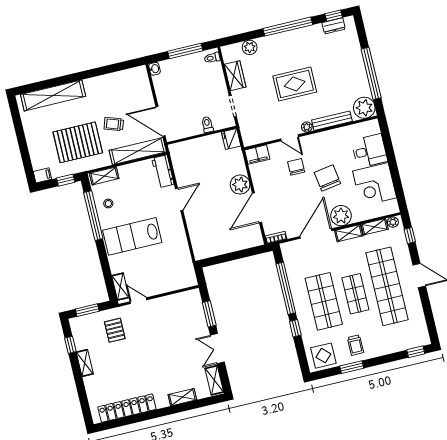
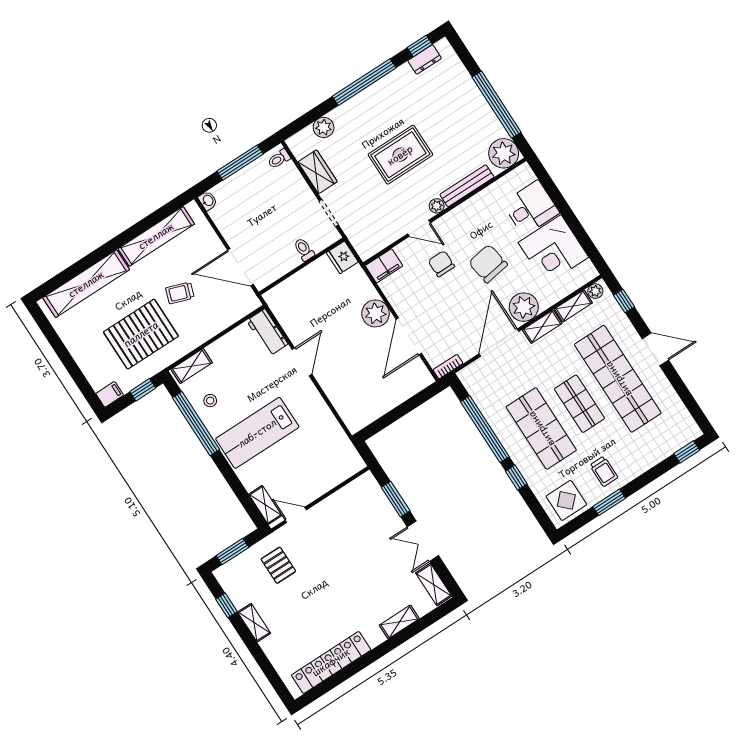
shelving: (138, 151) -> (156, 236), moved

